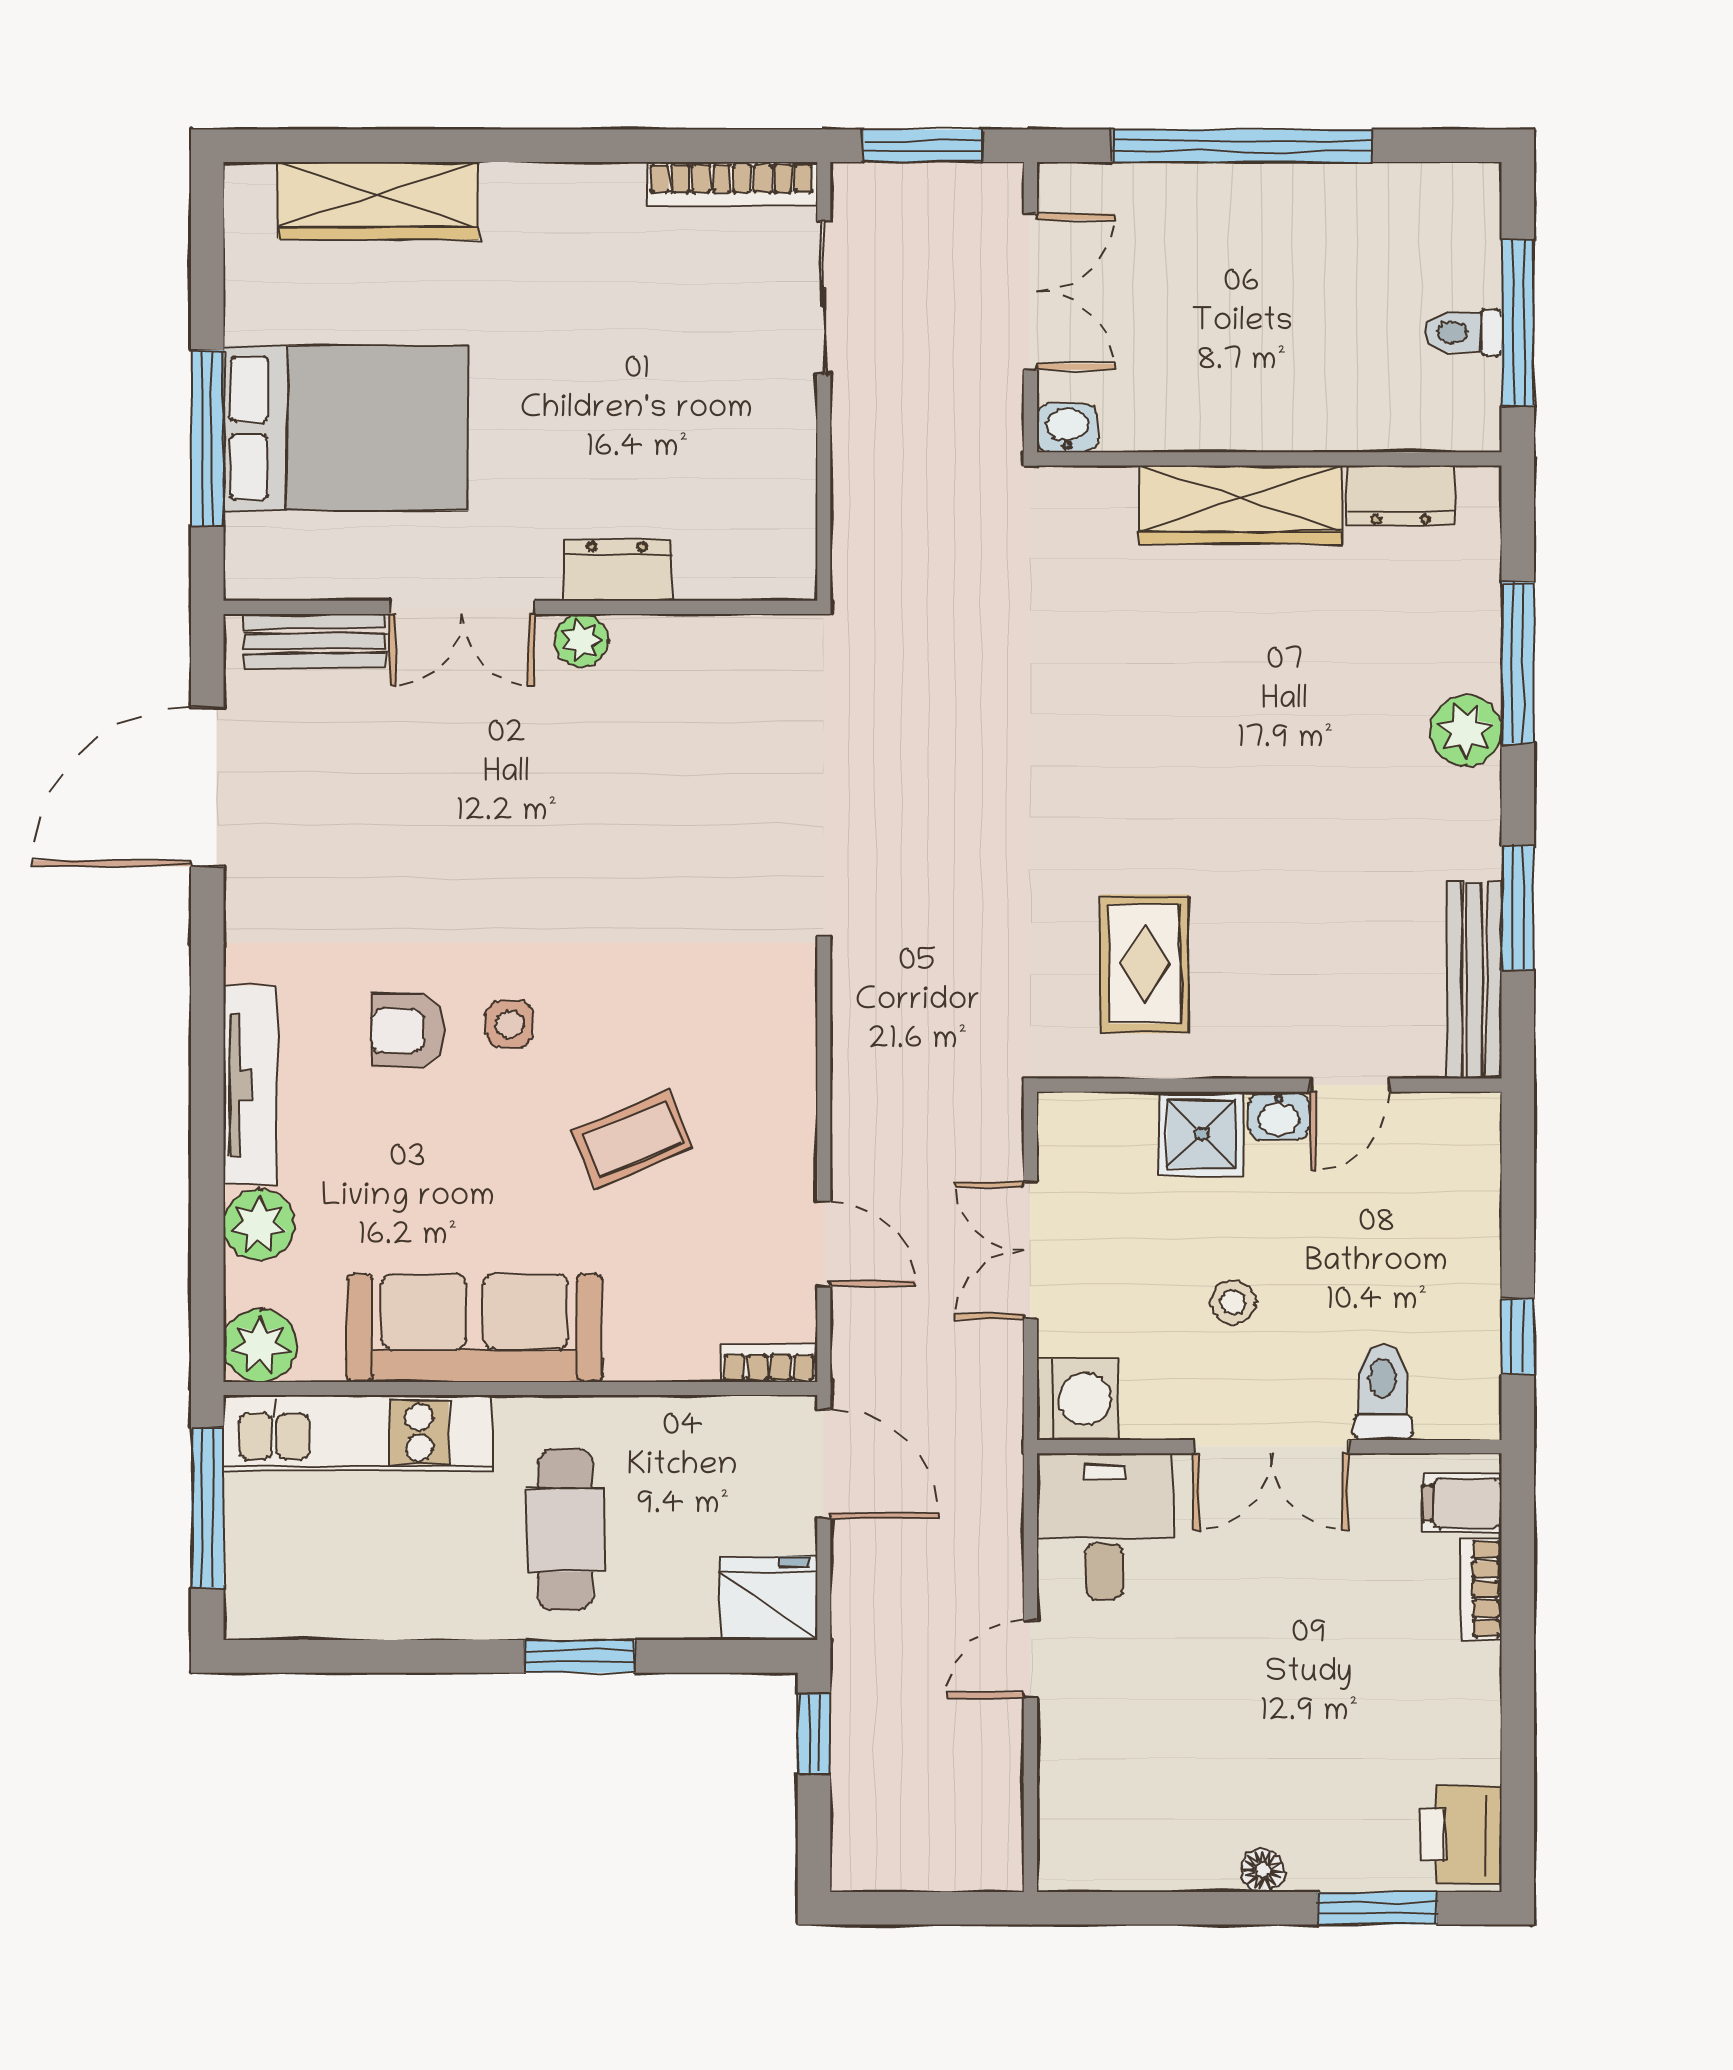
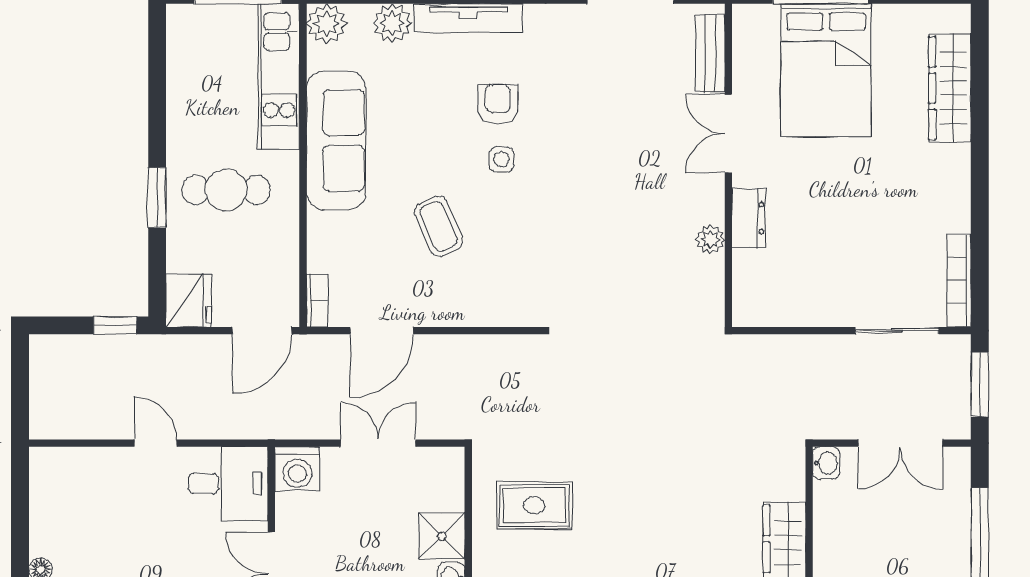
plant: (581, 640) -> (710, 239), moved
door: (824, 1244) -> (382, 331), width x1.38
stool: (1233, 1303) -> (350, 554), removed

